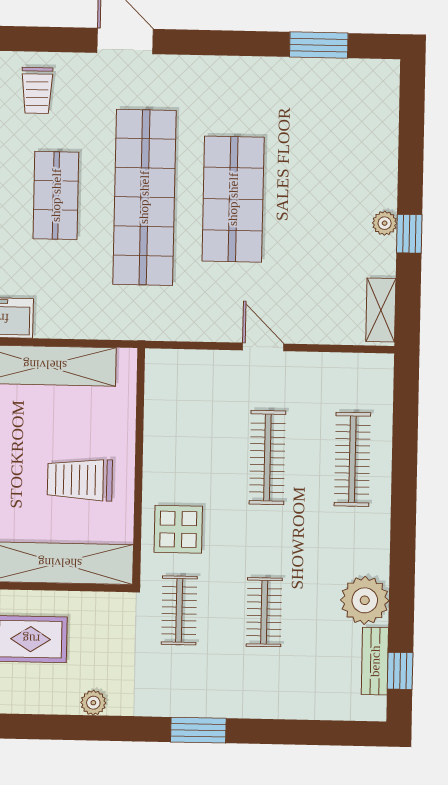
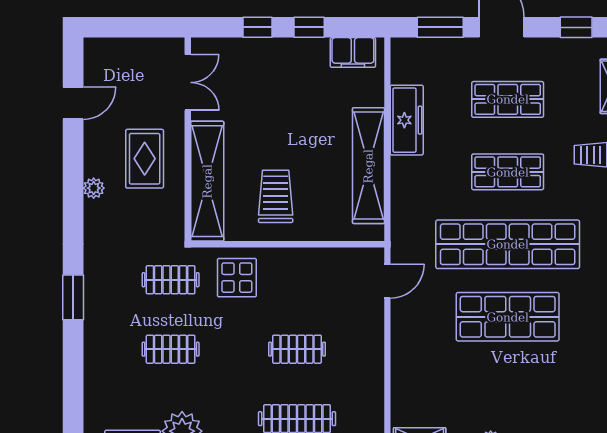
door: (263, 347) -> (387, 281), moved
clothes rail: (267, 458) -> (297, 349), width x0.73
plant: (93, 703) -> (94, 188), moved

